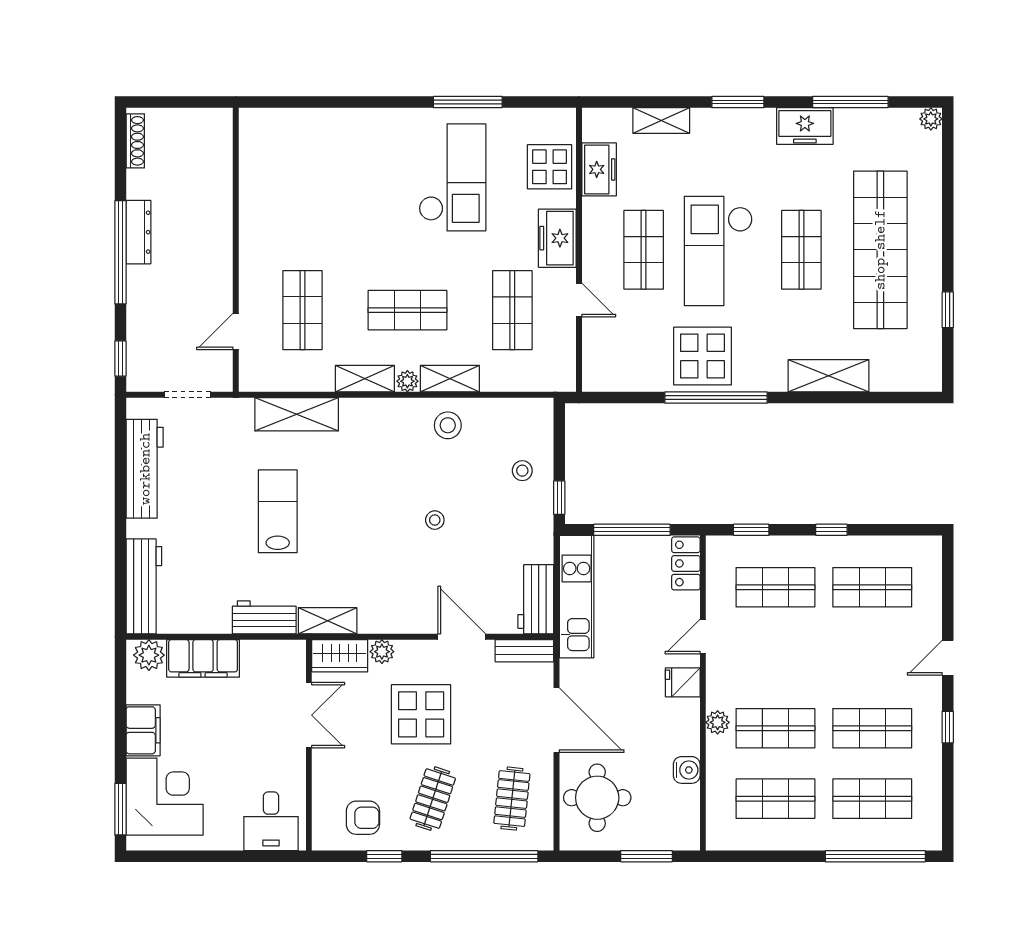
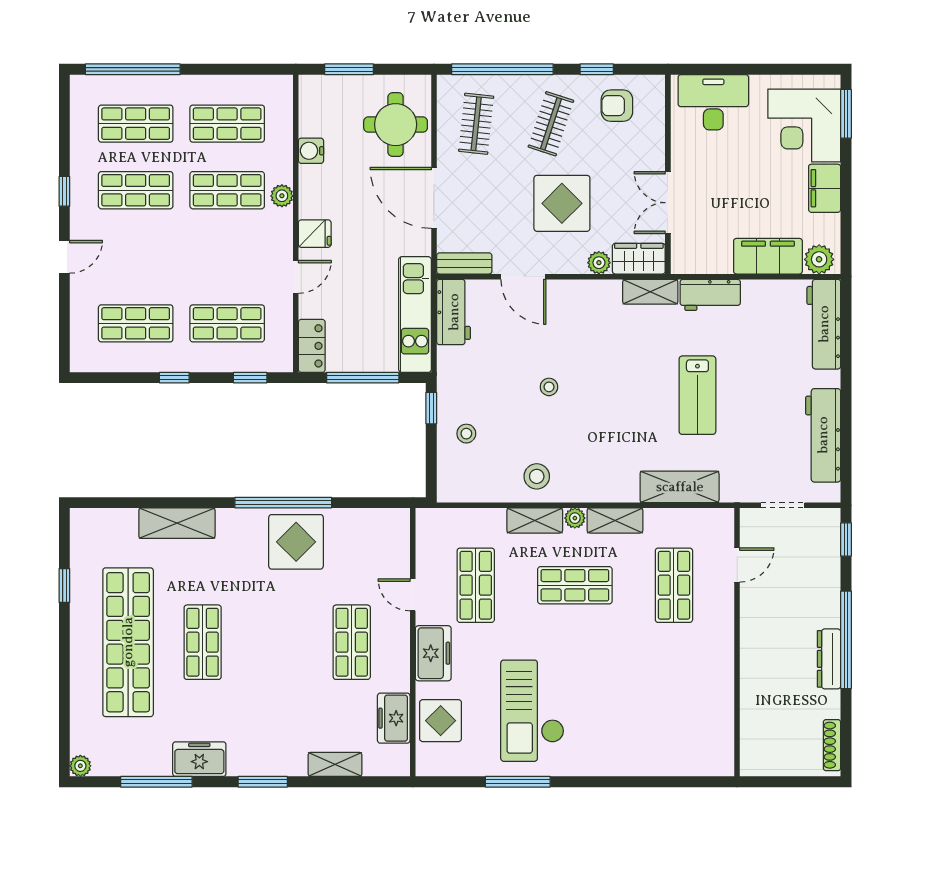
checkout: (718, 251) -> (281, 641), removed
desk: (271, 821) -> (713, 102), width x1.37

